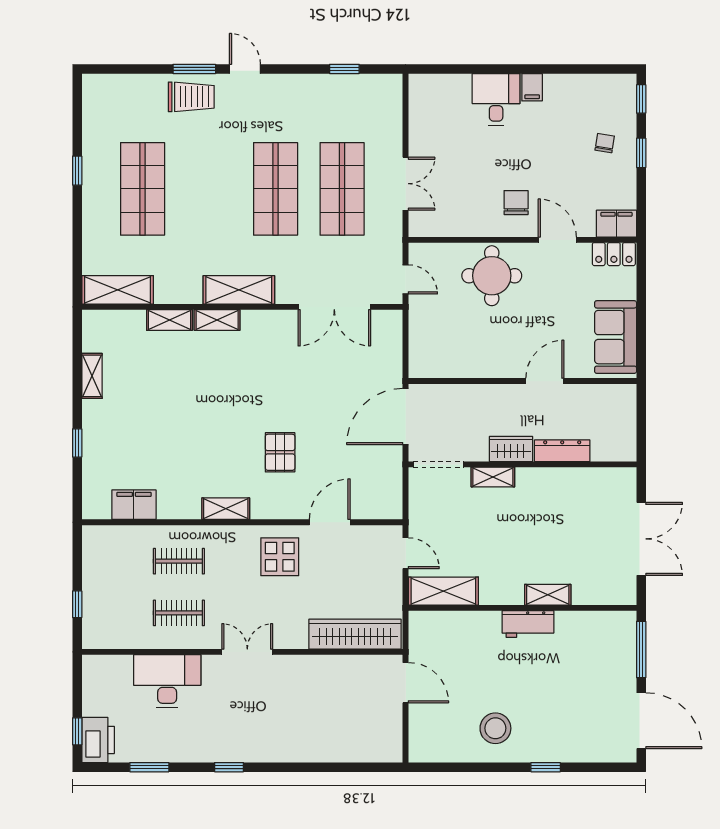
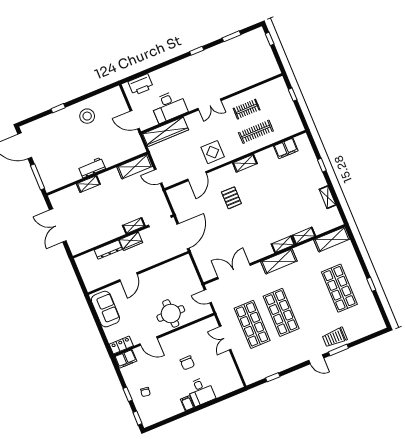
chair: (516, 203) -> (187, 363), moved
clothes rail: (179, 561) -> (256, 132), width x1.36
desk: (167, 681) -> (169, 106), moved
printer: (98, 740) -> (141, 85), moved, turned -90

